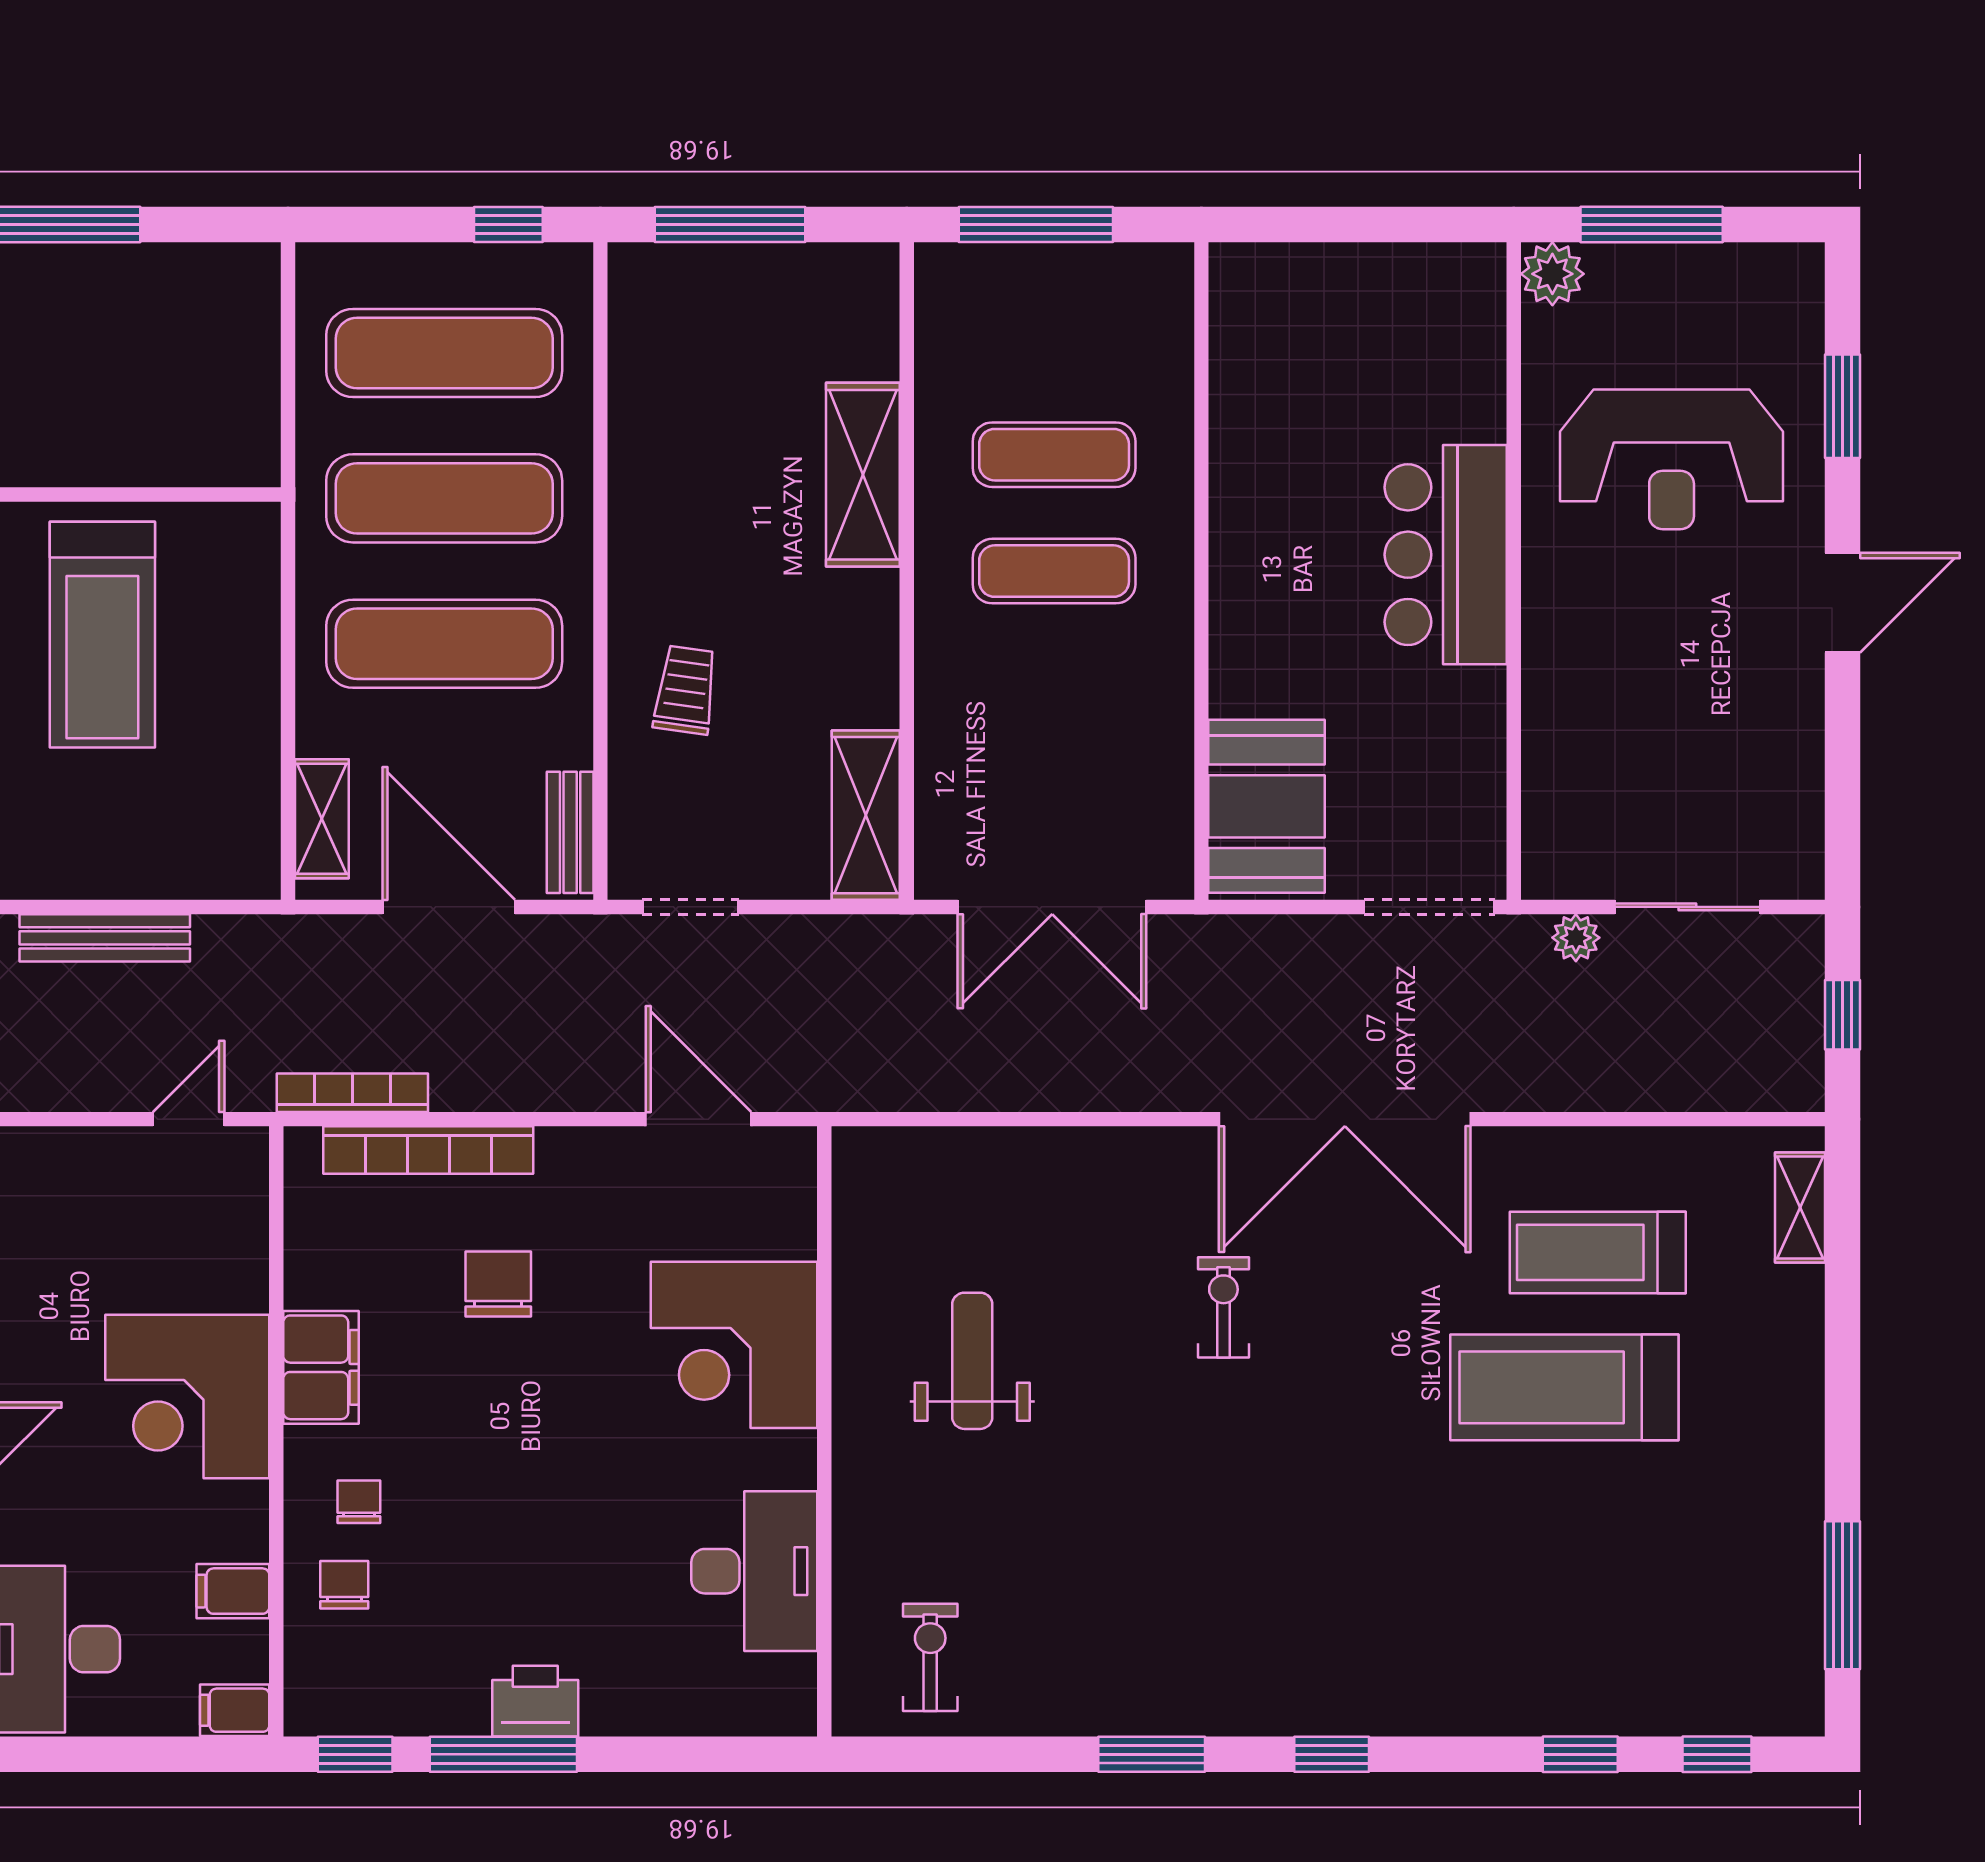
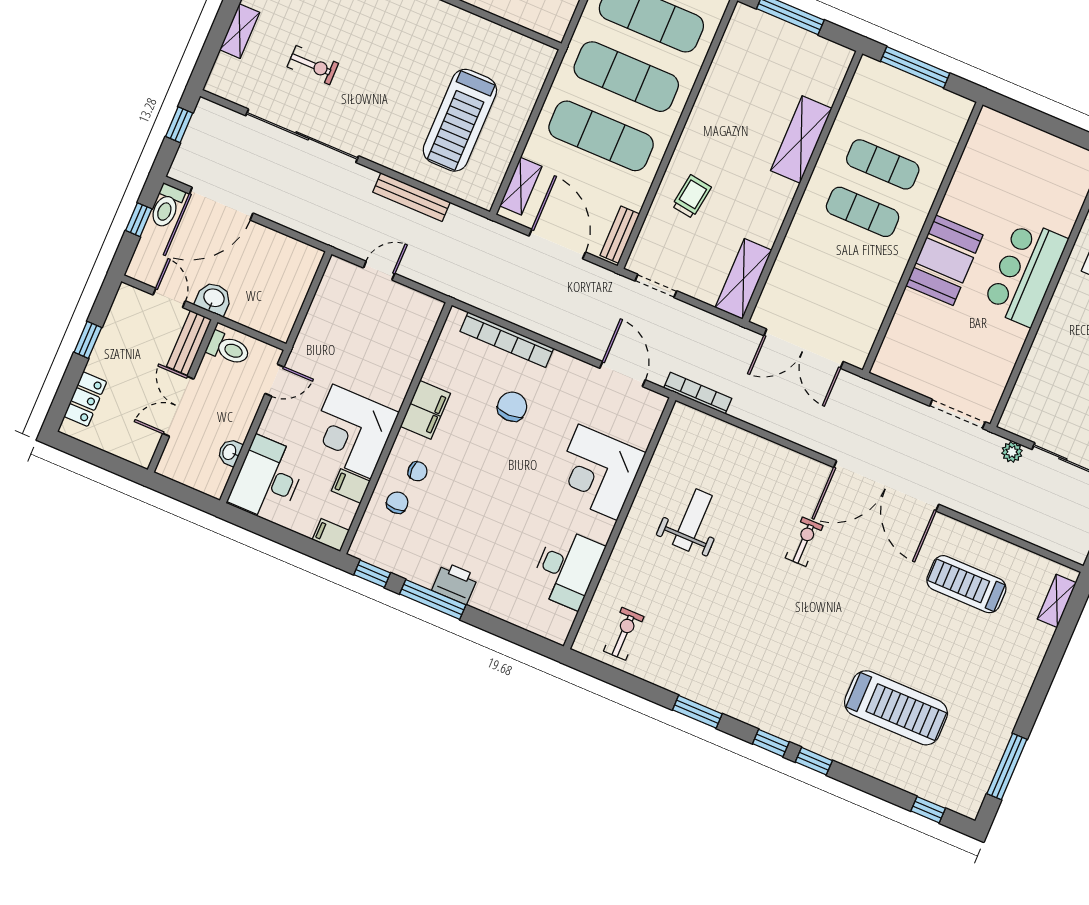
treadmill: (102, 635) -> (460, 120), moved
booth: (1267, 806) -> (944, 260), moved
bookcase: (352, 1093) -> (698, 393), moved
door: (189, 1119) -> (379, 271), moved
treadmill: (1564, 1387) -> (896, 708), moved, turned 180
corner desk: (187, 1397) -> (352, 432), moved
chair: (359, 1502) -> (418, 471), turned 90
window: (1580, 1754) -> (814, 761), moved

